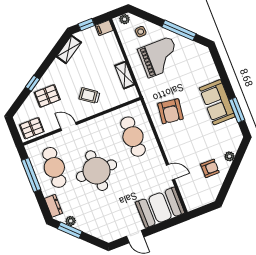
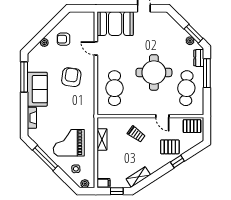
fireplace: (211, 69) -> (32, 118), added
window: (237, 110) -> (24, 77), width x1.44
armchair: (170, 111) -> (71, 77), moved
window: (31, 175) -> (207, 73), moved

